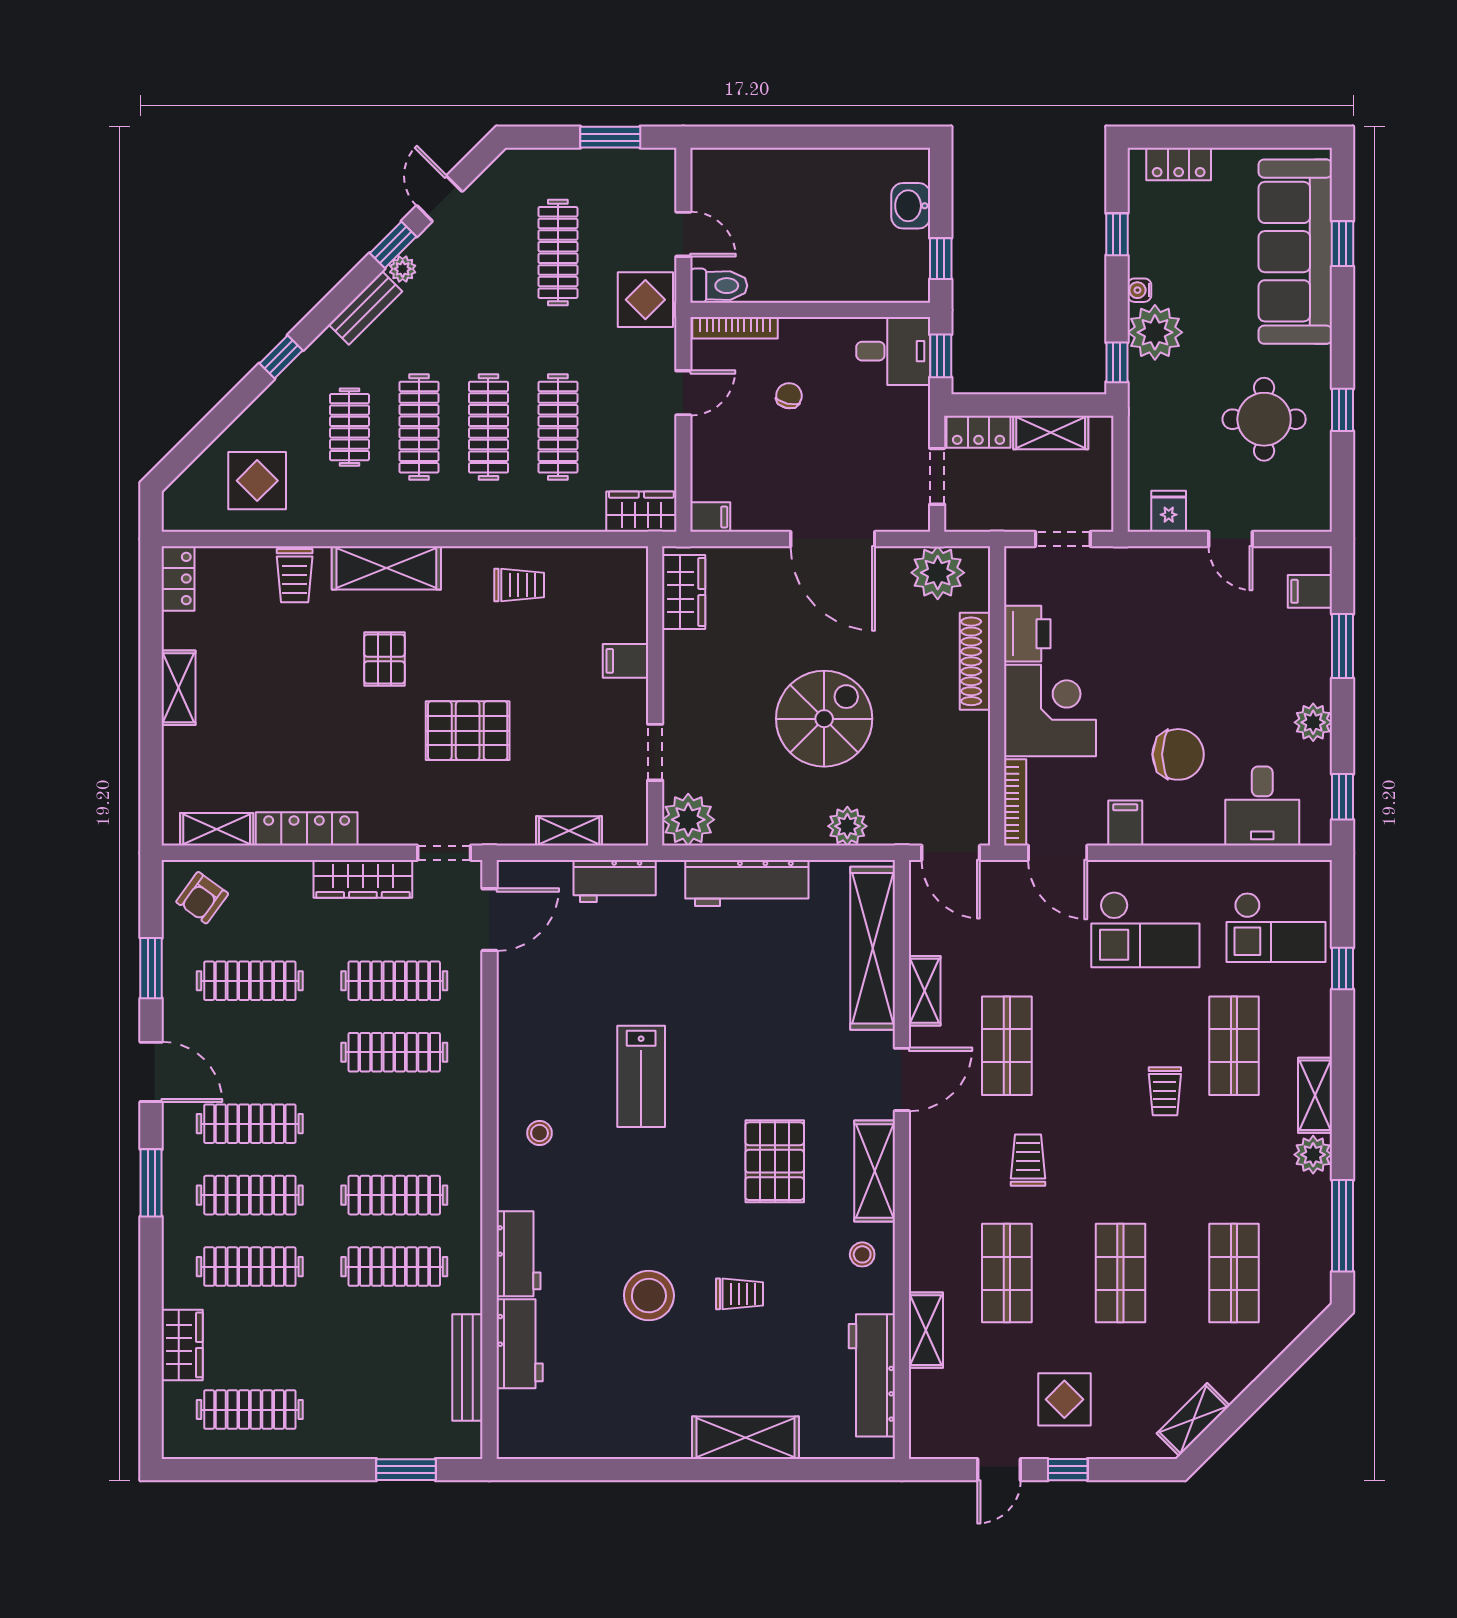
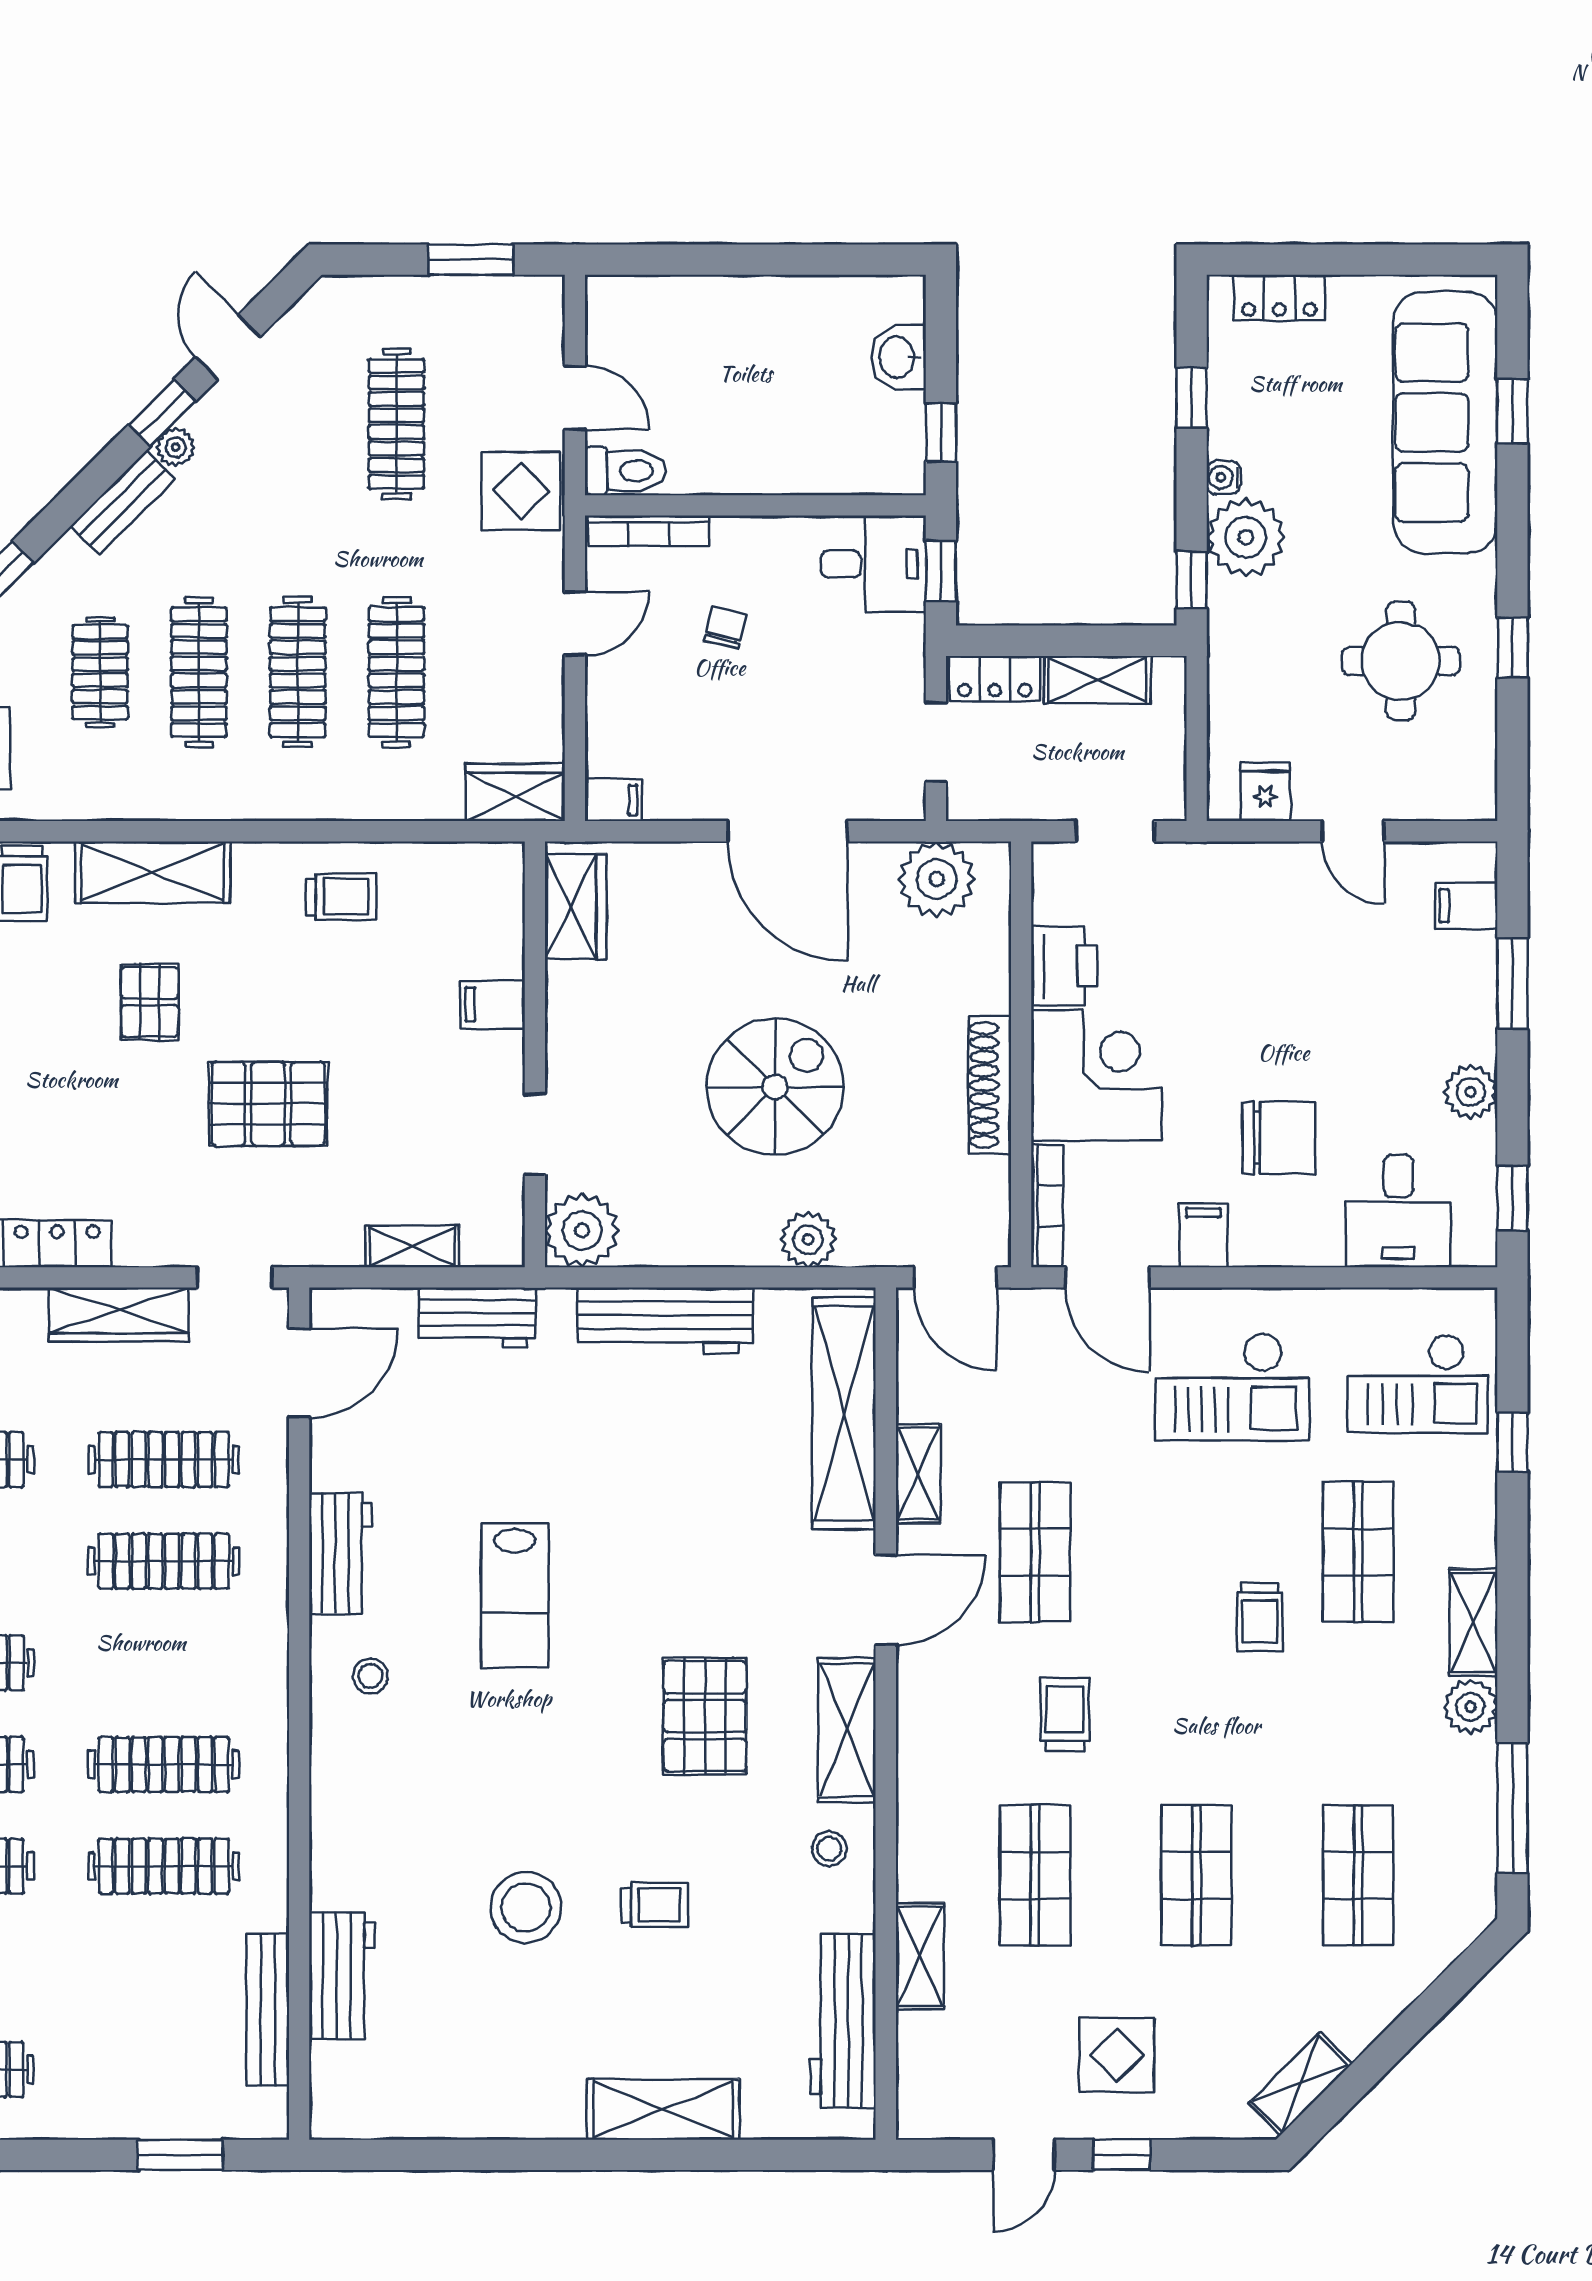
shoe rack: (975, 661) -> (990, 1085), moved
workbench: (519, 1254) -> (340, 1553), moved

